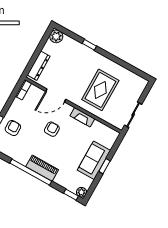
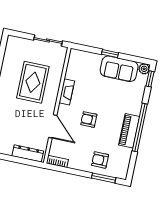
rug: (100, 90) -> (33, 82), turned 90
sofa: (94, 160) -> (119, 69), moved
piano: (42, 168) -> (129, 131), moved

